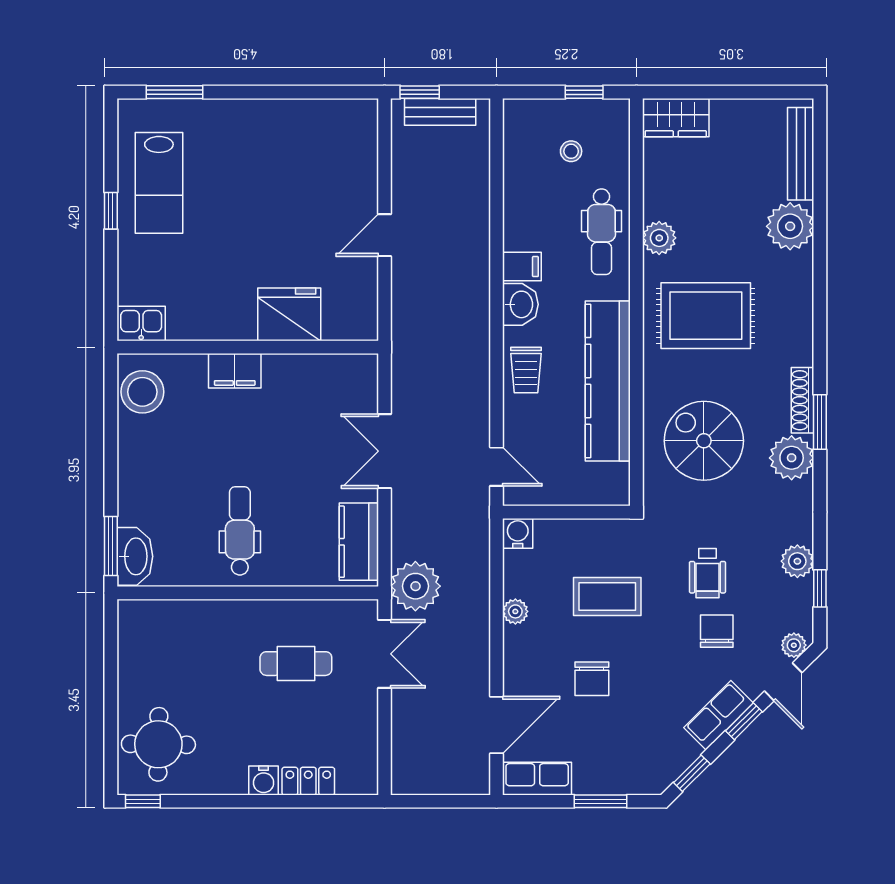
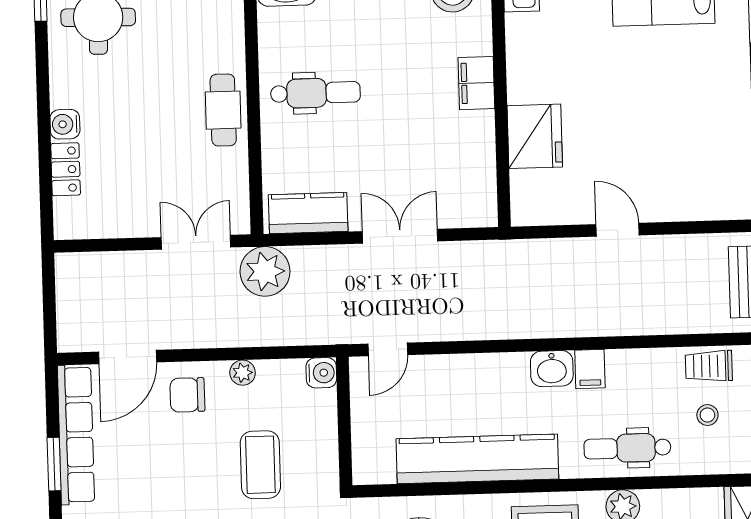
trolley: (526, 370) -> (709, 366), moved
double door: (385, 654) -> (196, 242), swing flipped
cafe table: (296, 664) -> (223, 110), moved
chair: (592, 679) -> (187, 395), moved
door: (496, 725) -> (128, 357), hinge flipped
row of seats: (537, 779) -> (76, 435), width x2.02

